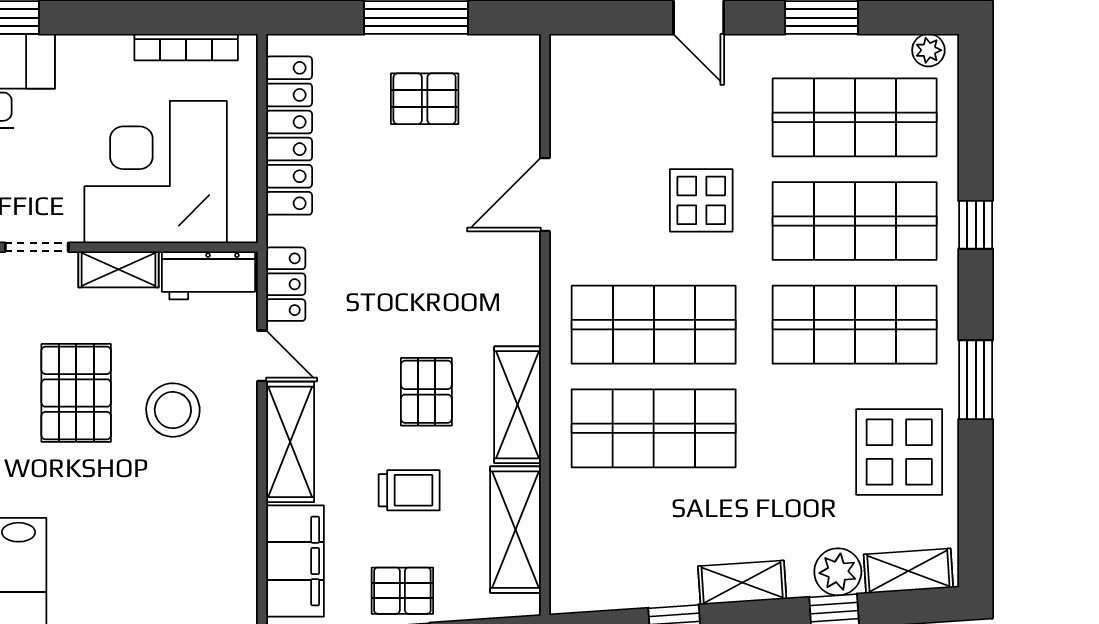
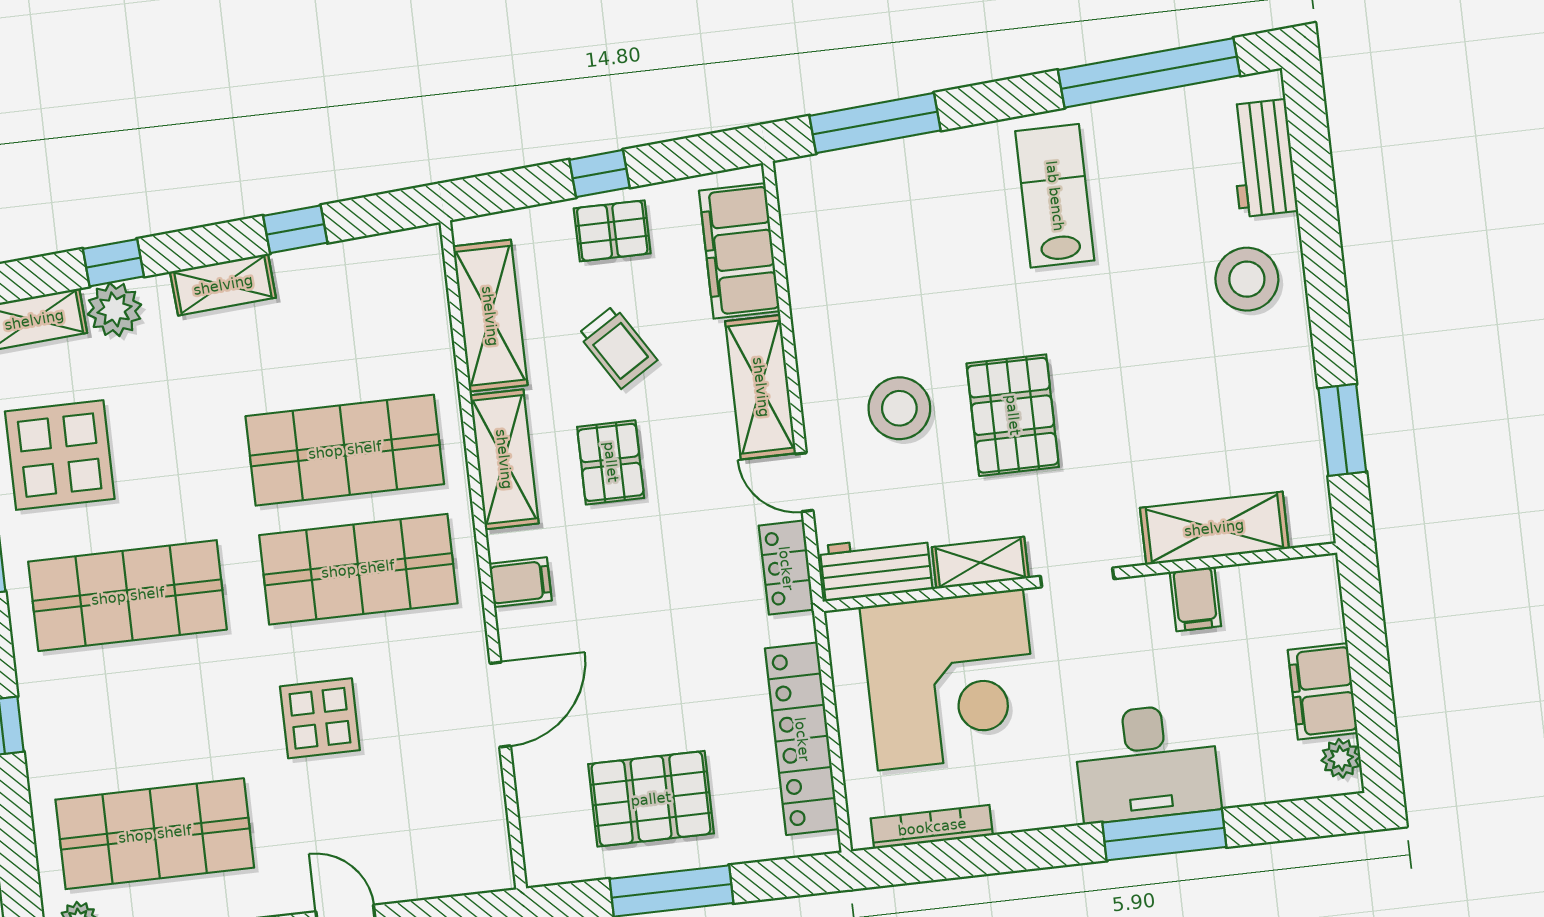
pallet: (425, 99) -> (651, 799), width x1.50, depth x1.42
shop shelf: (855, 221) -> (141, 715), removed
filing cabinet: (516, 298) -> (520, 582), added
trolley: (409, 490) -> (617, 347), turned -122

